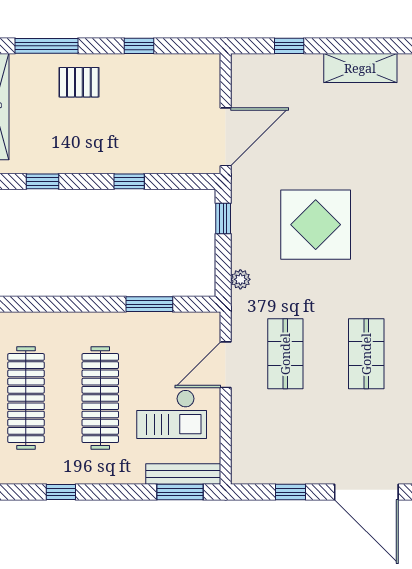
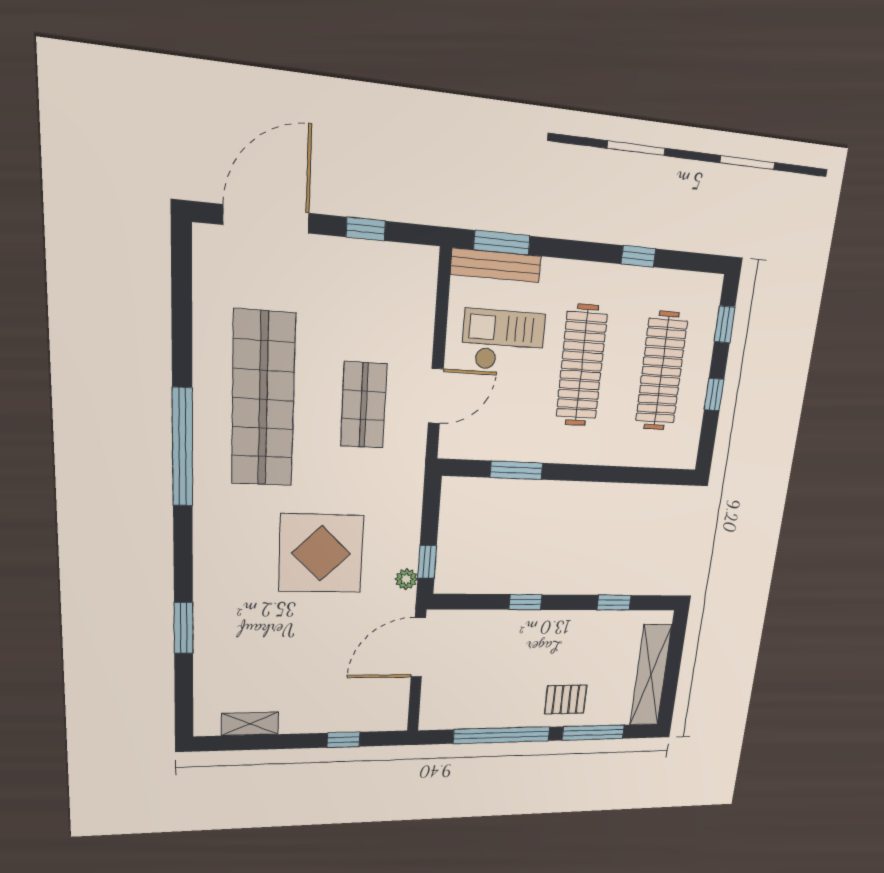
window: (139, 46) -> (502, 735), width x3.17
shelving: (360, 68) -> (250, 724), width x0.67, depth x0.75
plant: (240, 279) -> (406, 579), moved
shop shelf: (366, 354) -> (263, 399), width x2.00, depth x1.36
door: (366, 492) -> (266, 219), hinge flipped

